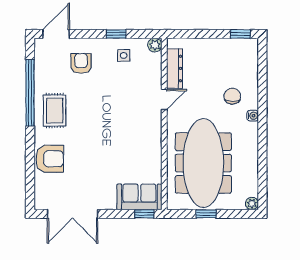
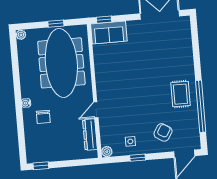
armchair: (81, 63) -> (163, 132), turned -148
armchair: (50, 159) -> (181, 56), removed

